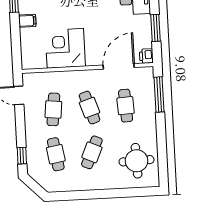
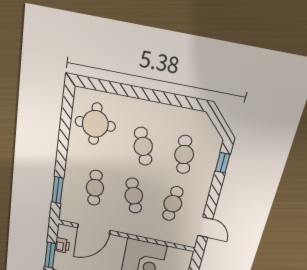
printer: (146, 56) -> (62, 245), moved
window: (159, 95) -> (58, 190), width x0.69
cafe table: (92, 152) -> (143, 146), turned -45

